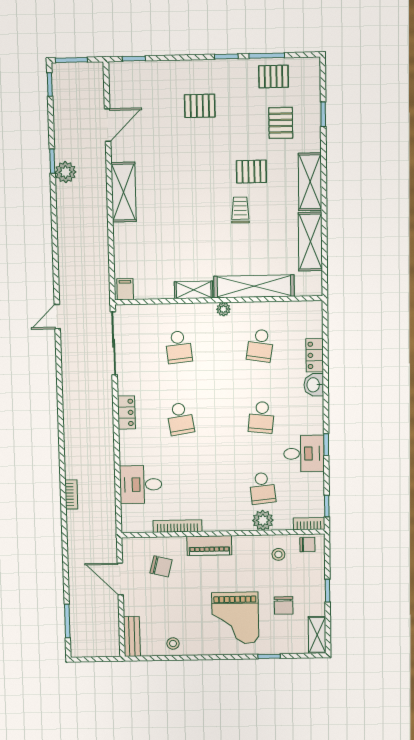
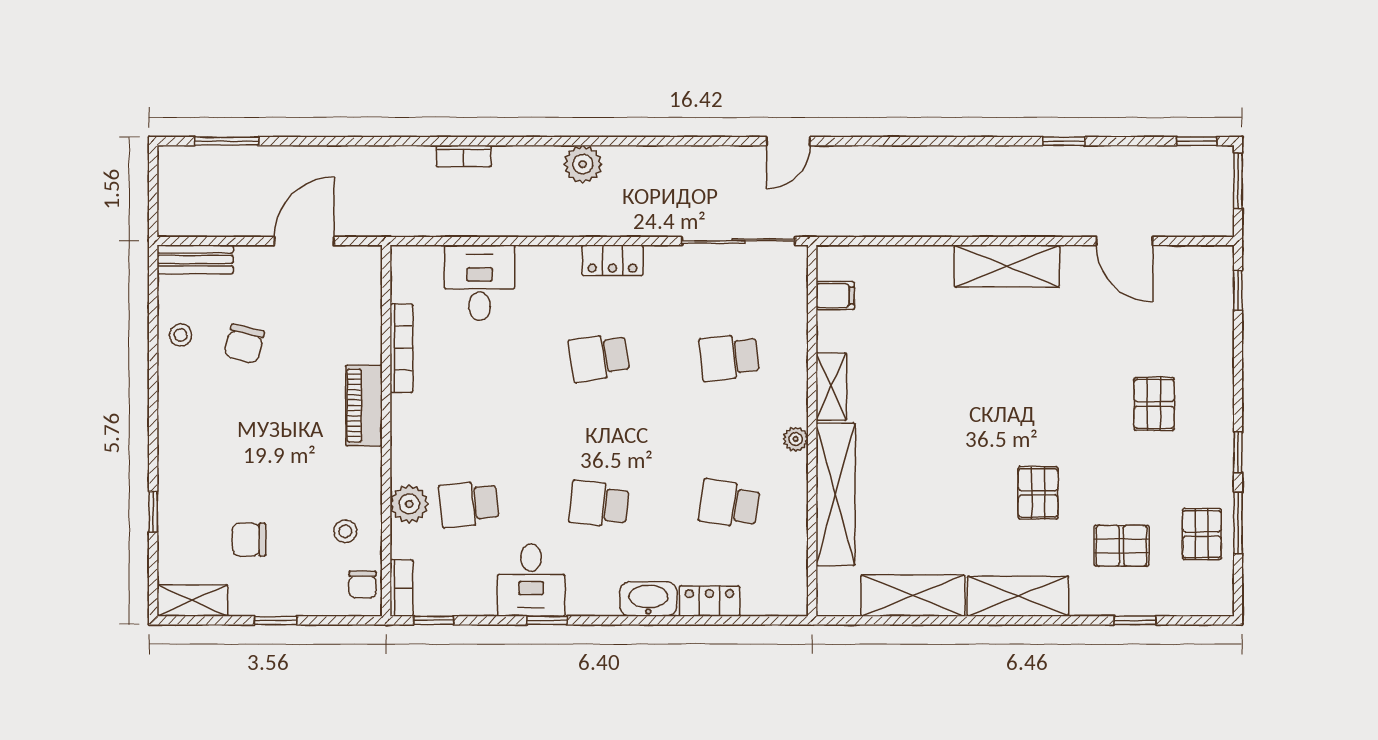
plant: (66, 172) -> (583, 164), moved
trolley: (240, 210) -> (971, 472), removed
filing cabinet: (125, 289) -> (835, 296), moved
door: (57, 317) -> (788, 141), swing flipped
washbasin: (314, 385) -> (648, 599), width x1.38
chair: (161, 566) -> (244, 344), moved
grand piano: (235, 618) -> (227, 450), removed

